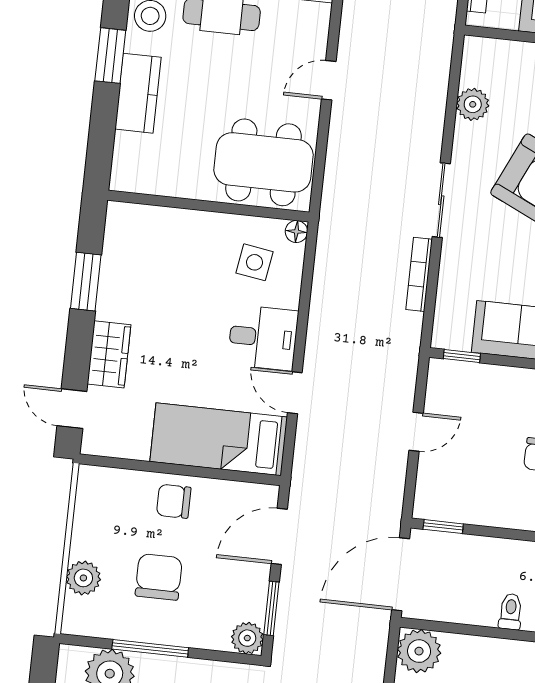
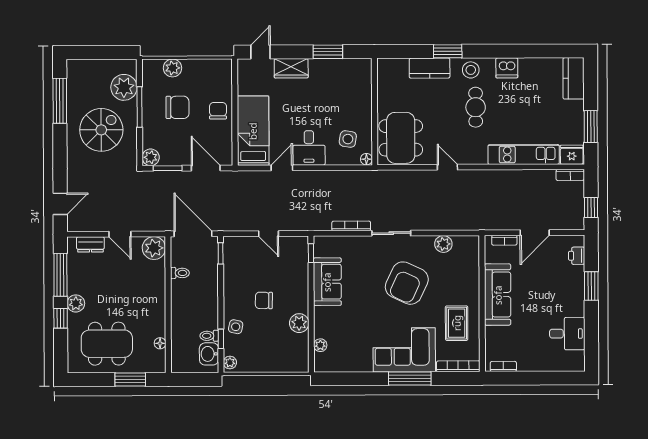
toilet: (511, 612) -> (180, 273), moved

